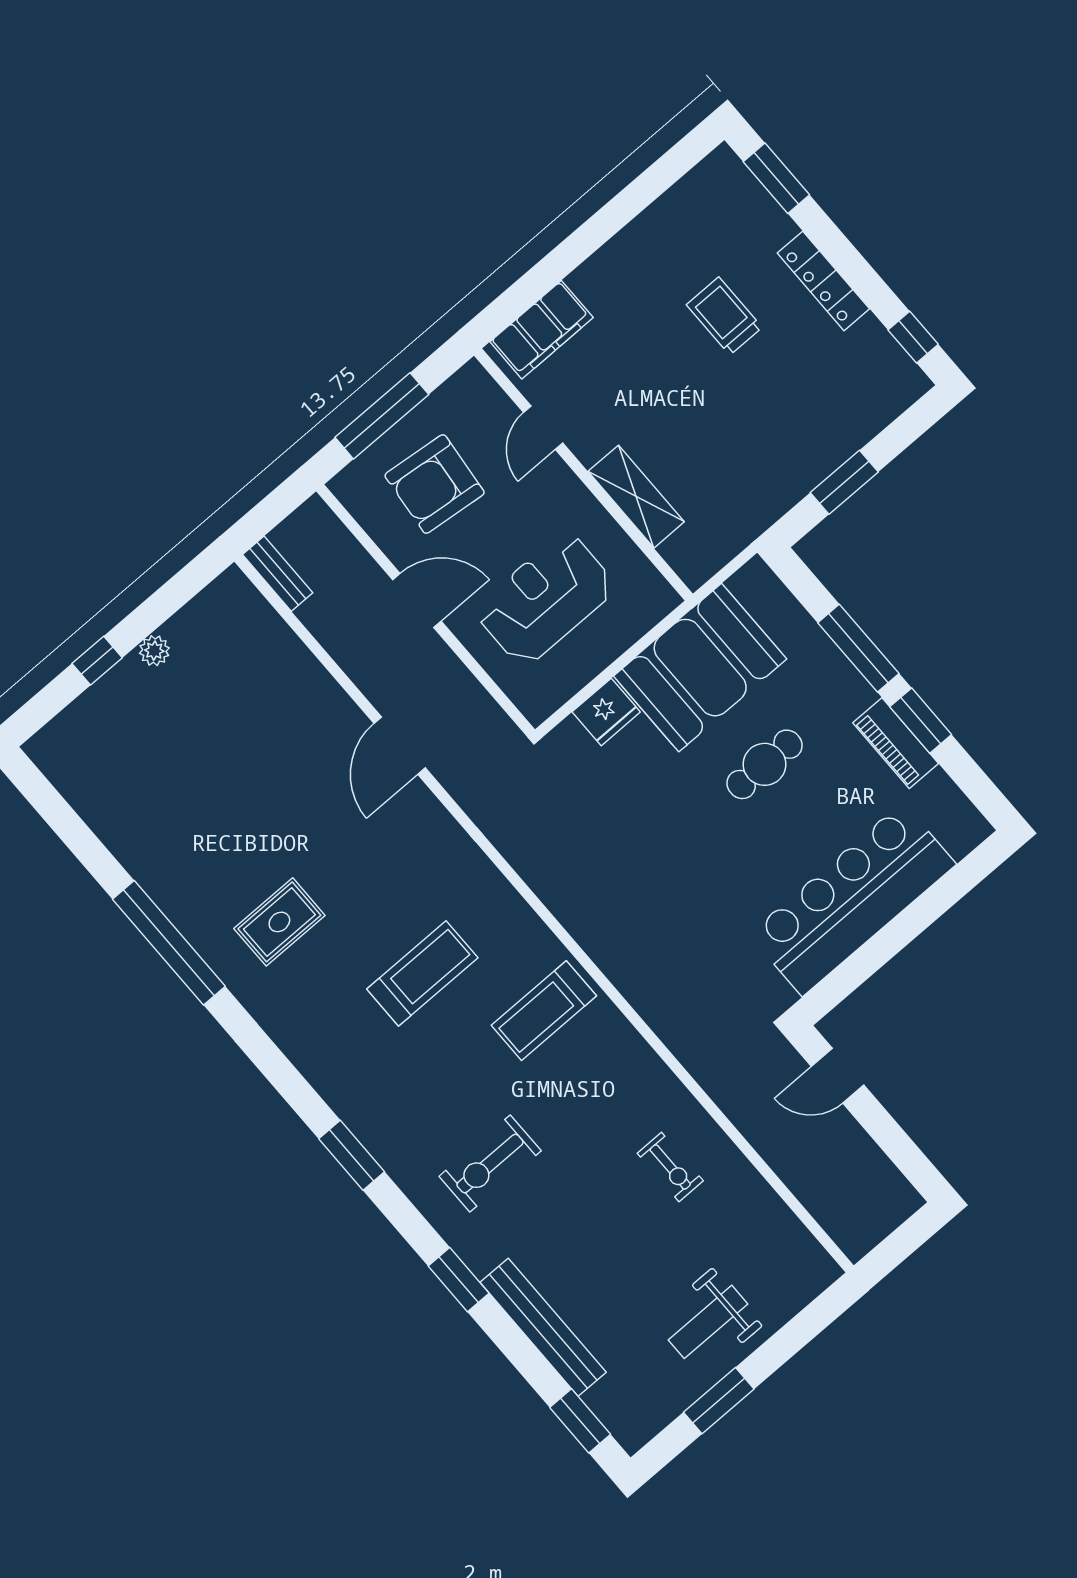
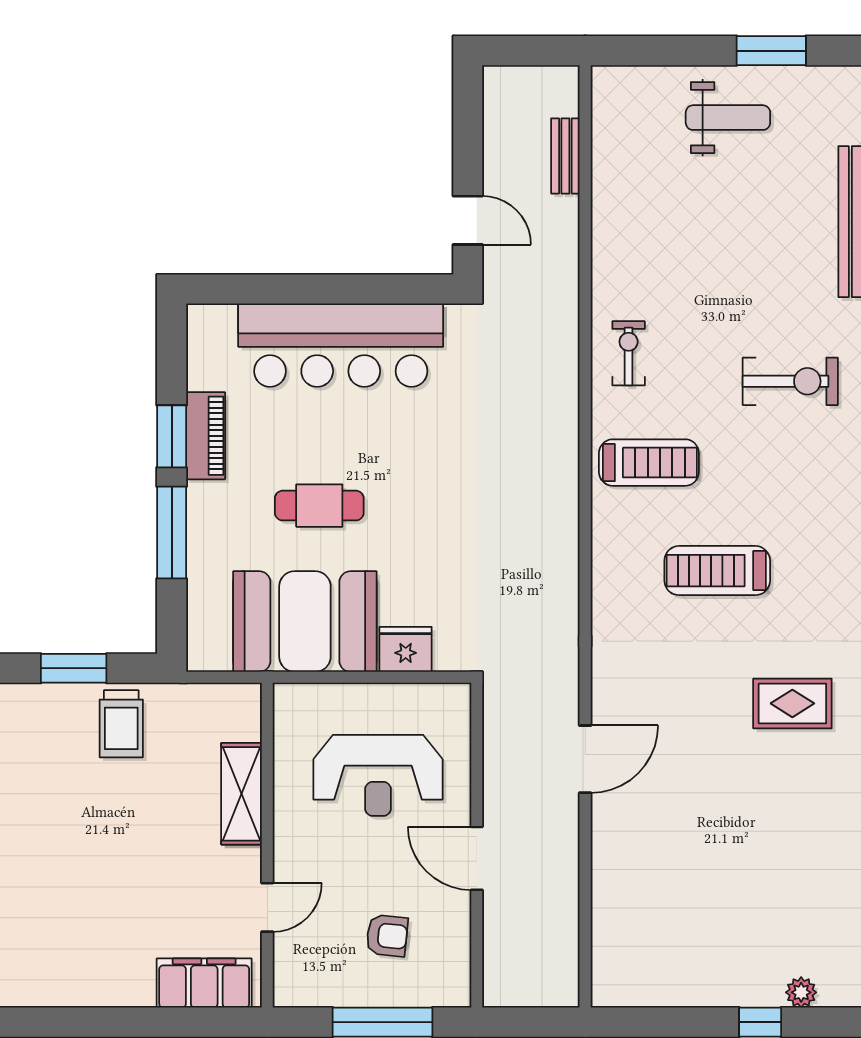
trolley: (724, 316) -> (121, 724), moved
armchair: (435, 484) -> (387, 936), width x0.53, depth x0.53
bench: (278, 574) -> (565, 156), moved
plant: (154, 651) -> (801, 992), moved
exercise bike: (670, 1167) -> (629, 353), moved

